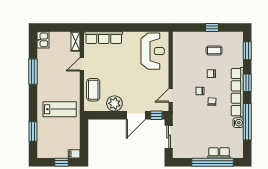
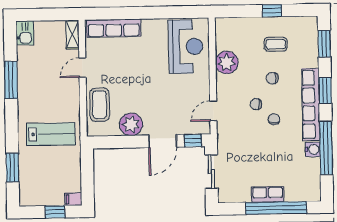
plant: (180, 62) -> (227, 62), added
row of seats: (219, 153) -> (268, 194), moved

